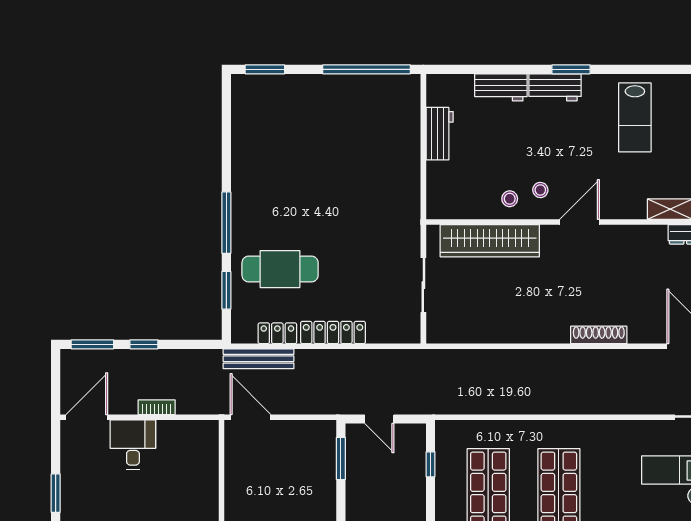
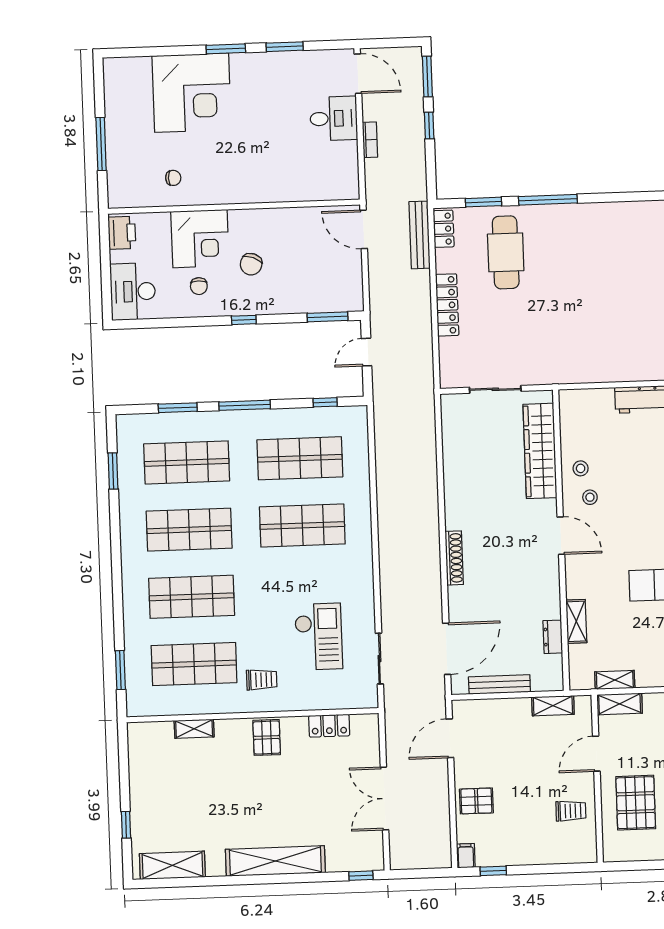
locker: (277, 333) -> (444, 229), moved
door: (250, 417) -> (364, 229), swing flipped

